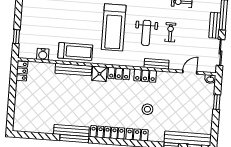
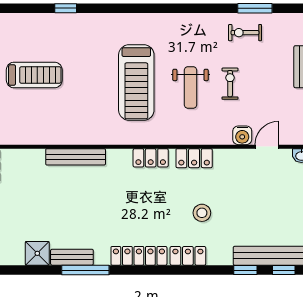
treadmill: (75, 51) -> (34, 75), moved
water cooler: (43, 54) -> (242, 135), moved
bench: (157, 64) -> (211, 137), removed
shower: (99, 74) -> (37, 253), moved
bench: (71, 131) -> (72, 257), width x0.73

